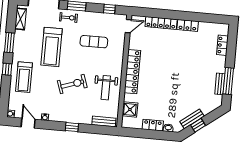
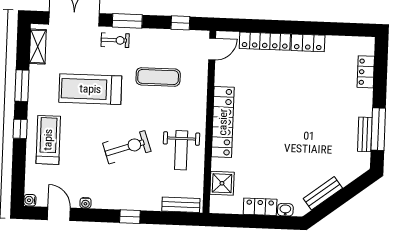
treadmill: (52, 47) -> (90, 89), turned 90
treadmill: (24, 77) -> (48, 140), turned 180
window: (198, 125) -> (333, 203), removed

